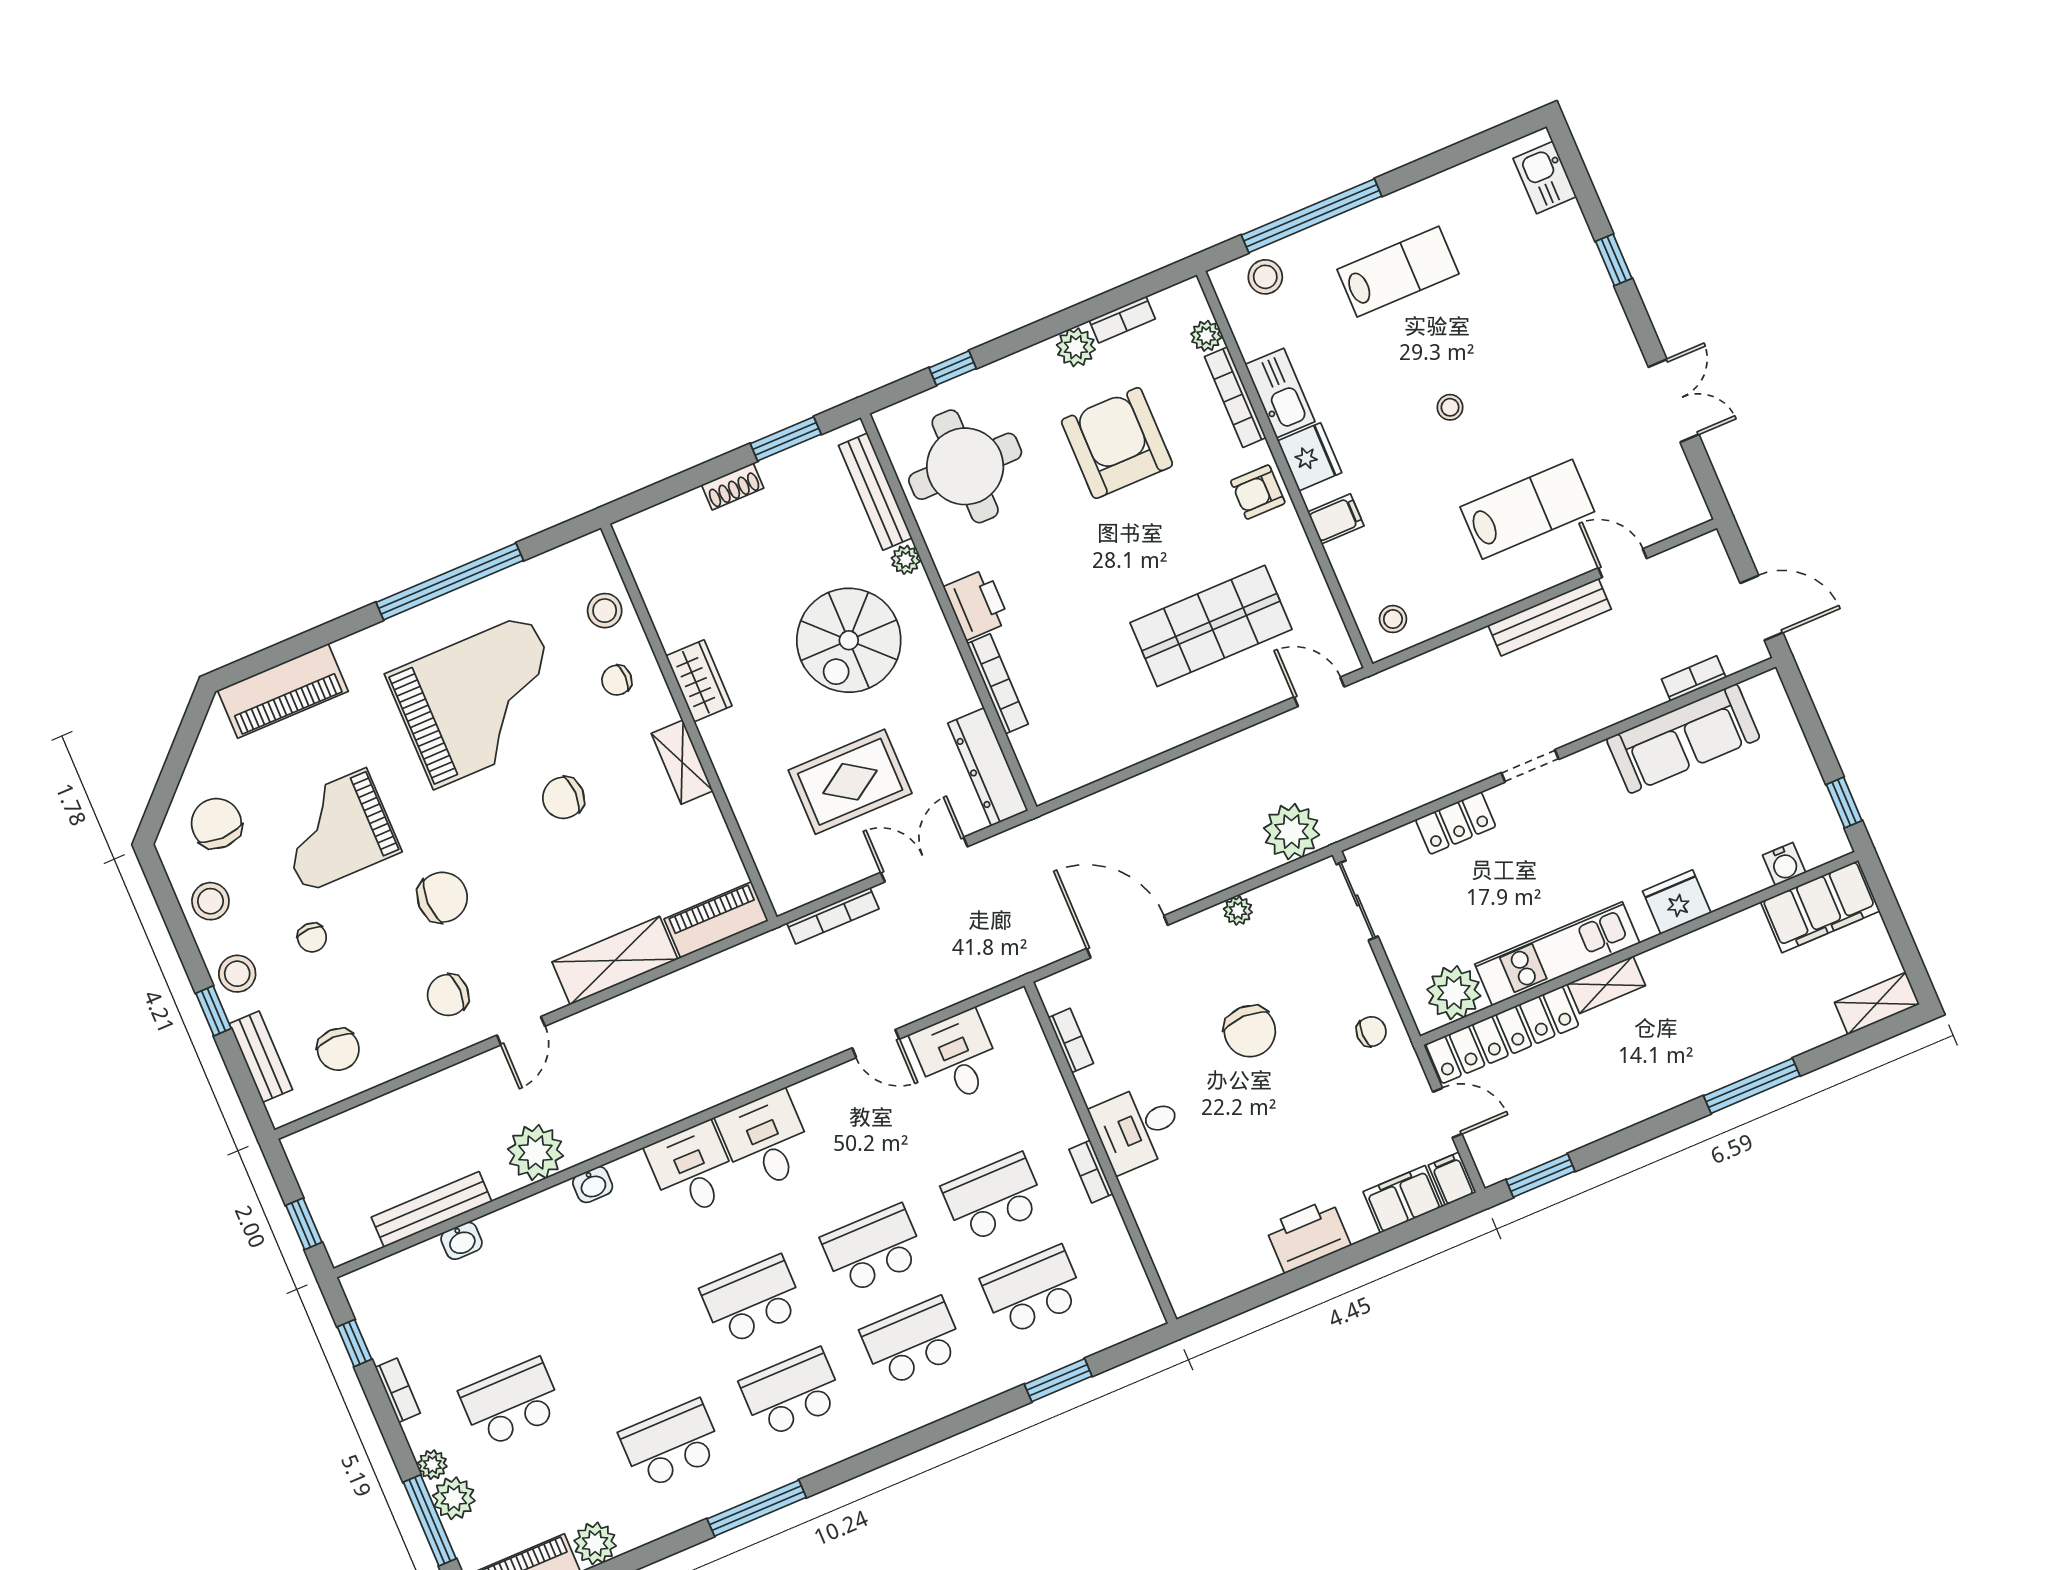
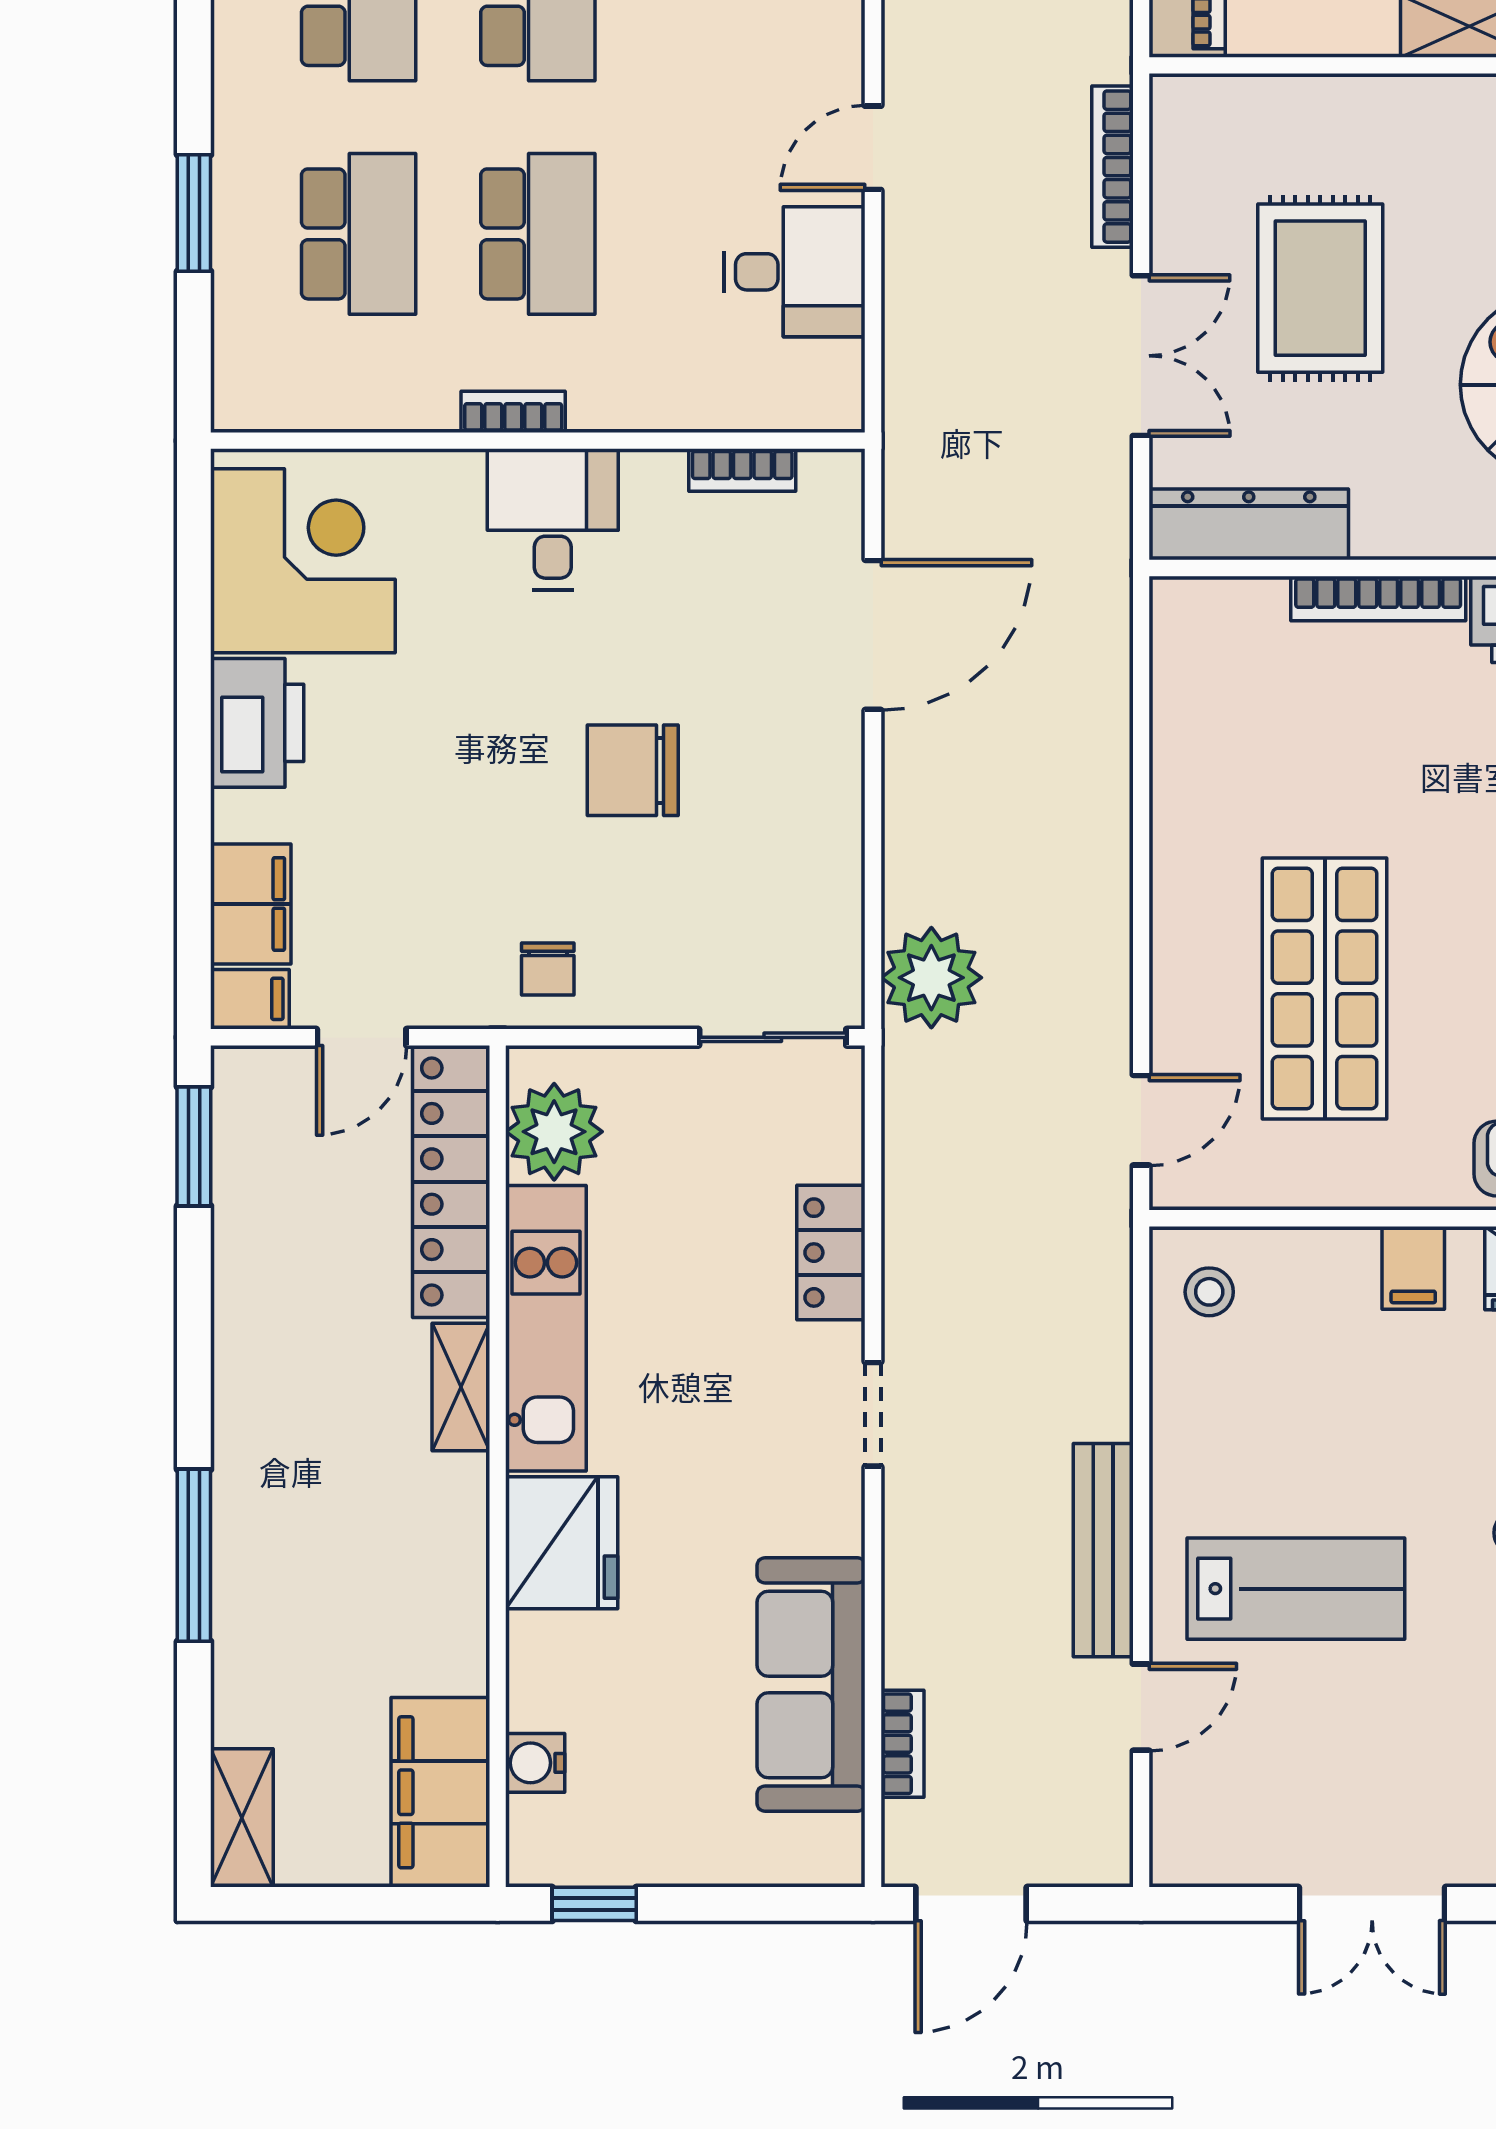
lab bench: (1527, 509) -> (1296, 1589), turned -90
fridge: (1677, 902) -> (562, 1543), width x1.36, depth x1.34
plant: (1238, 911) -> (839, 835), removed
corner desk: (1214, 1248) -> (303, 561), added

